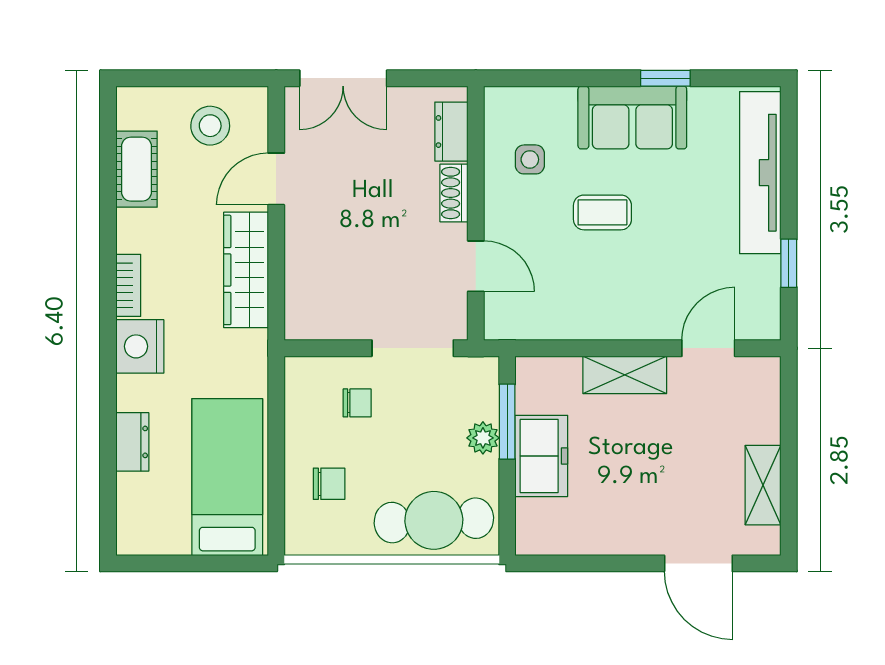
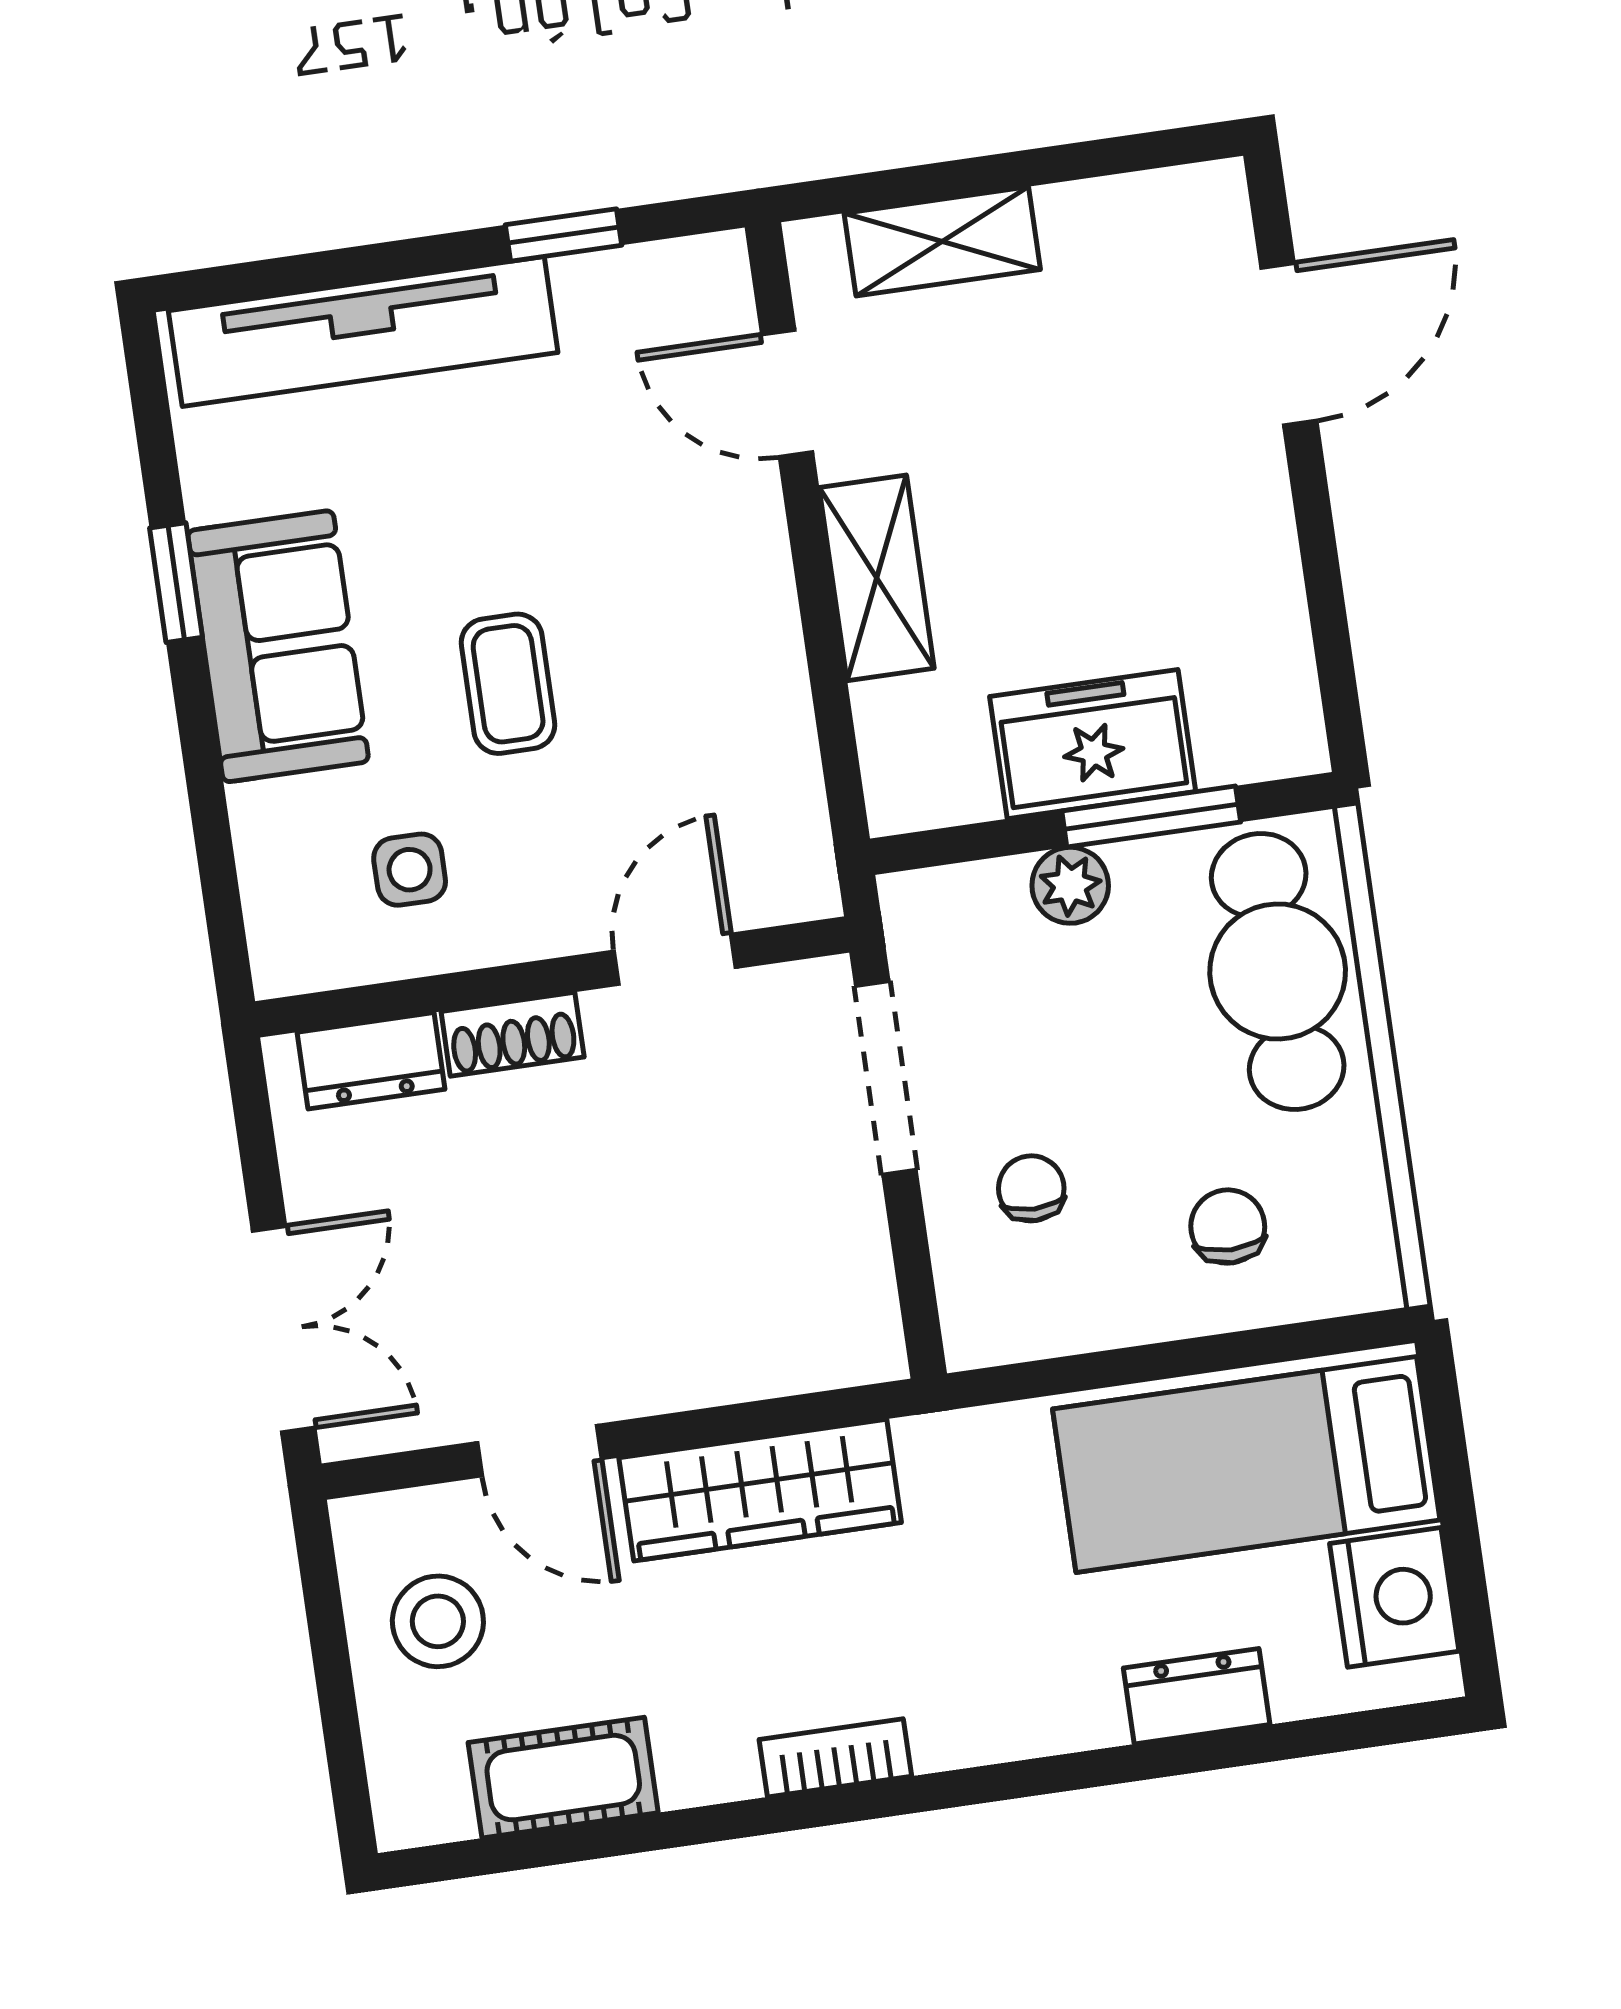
nightstand: (140, 346) -> (1394, 1597), moved, turned -90
window: (507, 422) -> (1151, 817), moved
shelving: (763, 485) -> (942, 241), moved

